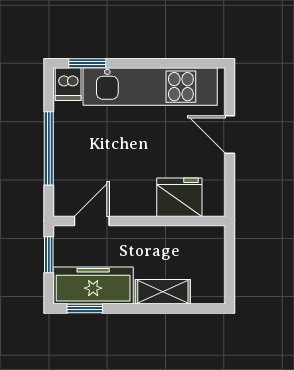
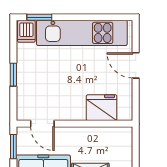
window: (49, 148) -> (13, 75), width x0.46
door: (92, 221) -> (42, 124), swing flipped

